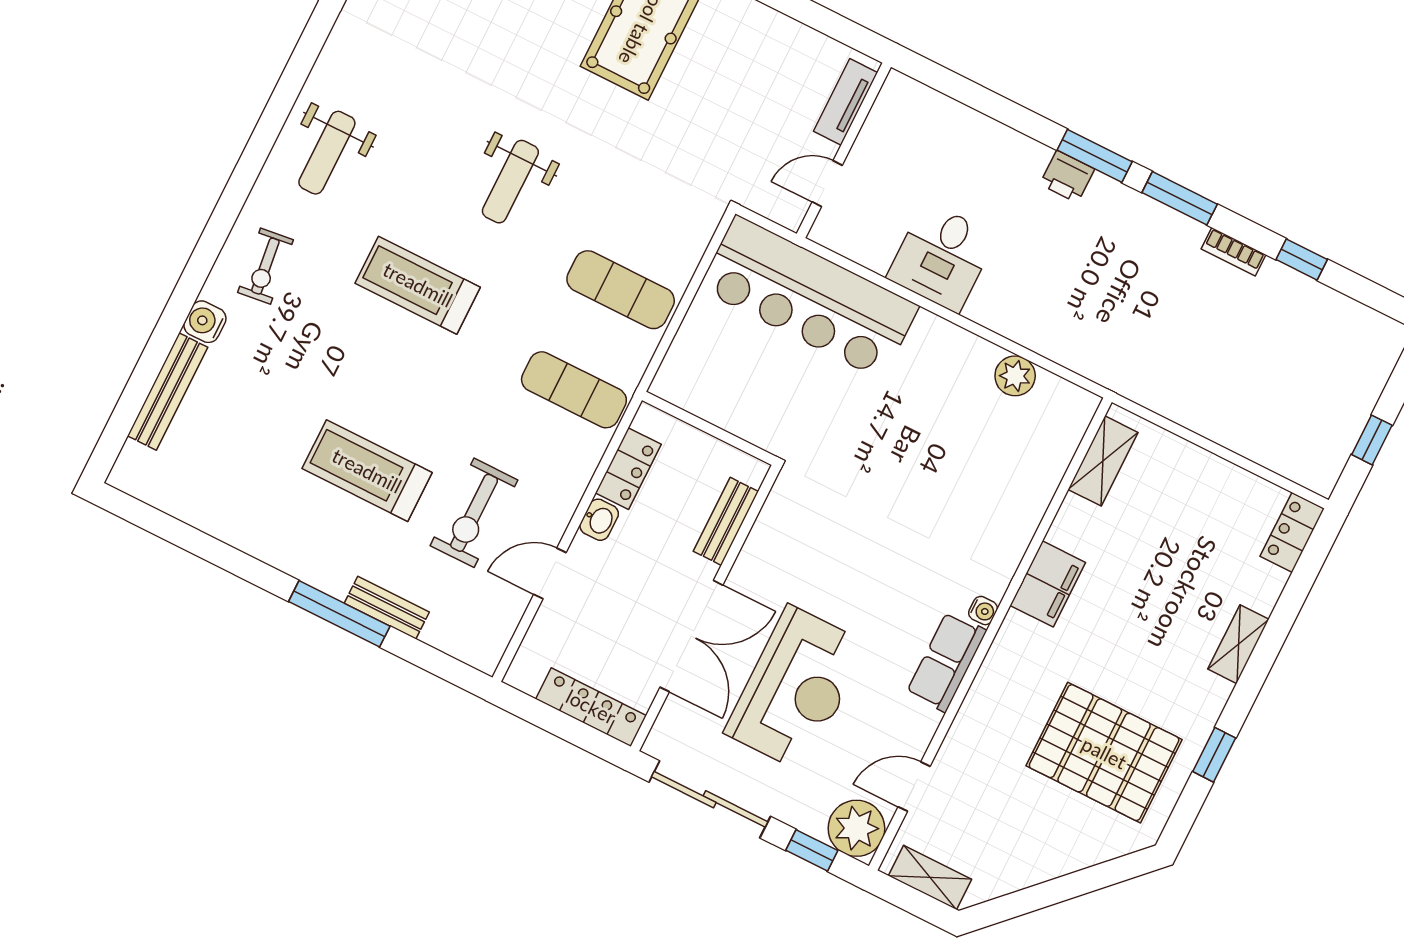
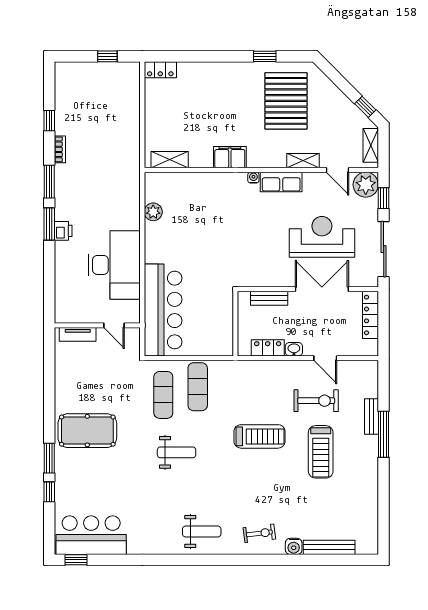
desk: (942, 257) -> (114, 265), width x1.87, depth x1.30
treadmill: (418, 285) -> (260, 436), moved, turned -90
exercise mat: (574, 390) -> (163, 395), moved
shelving: (1238, 644) -> (303, 161), moved
window: (1013, 905) -> (365, 107), added

